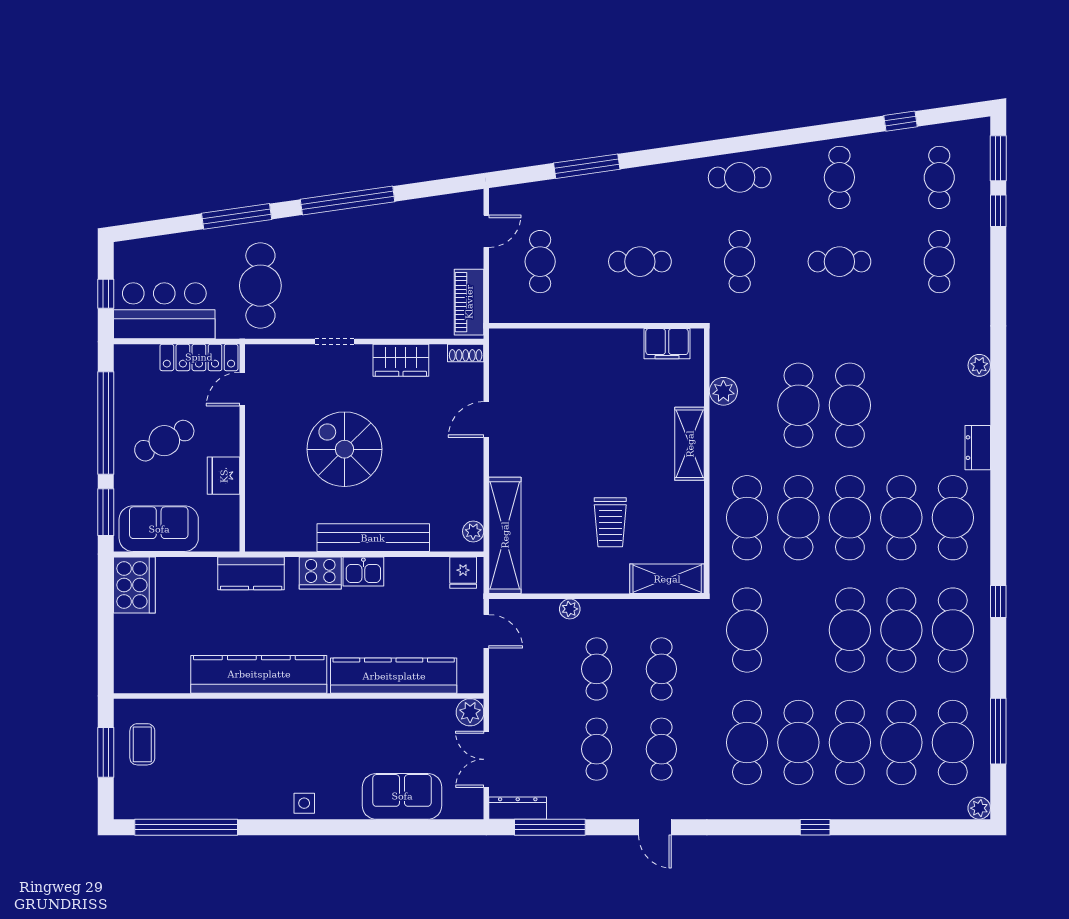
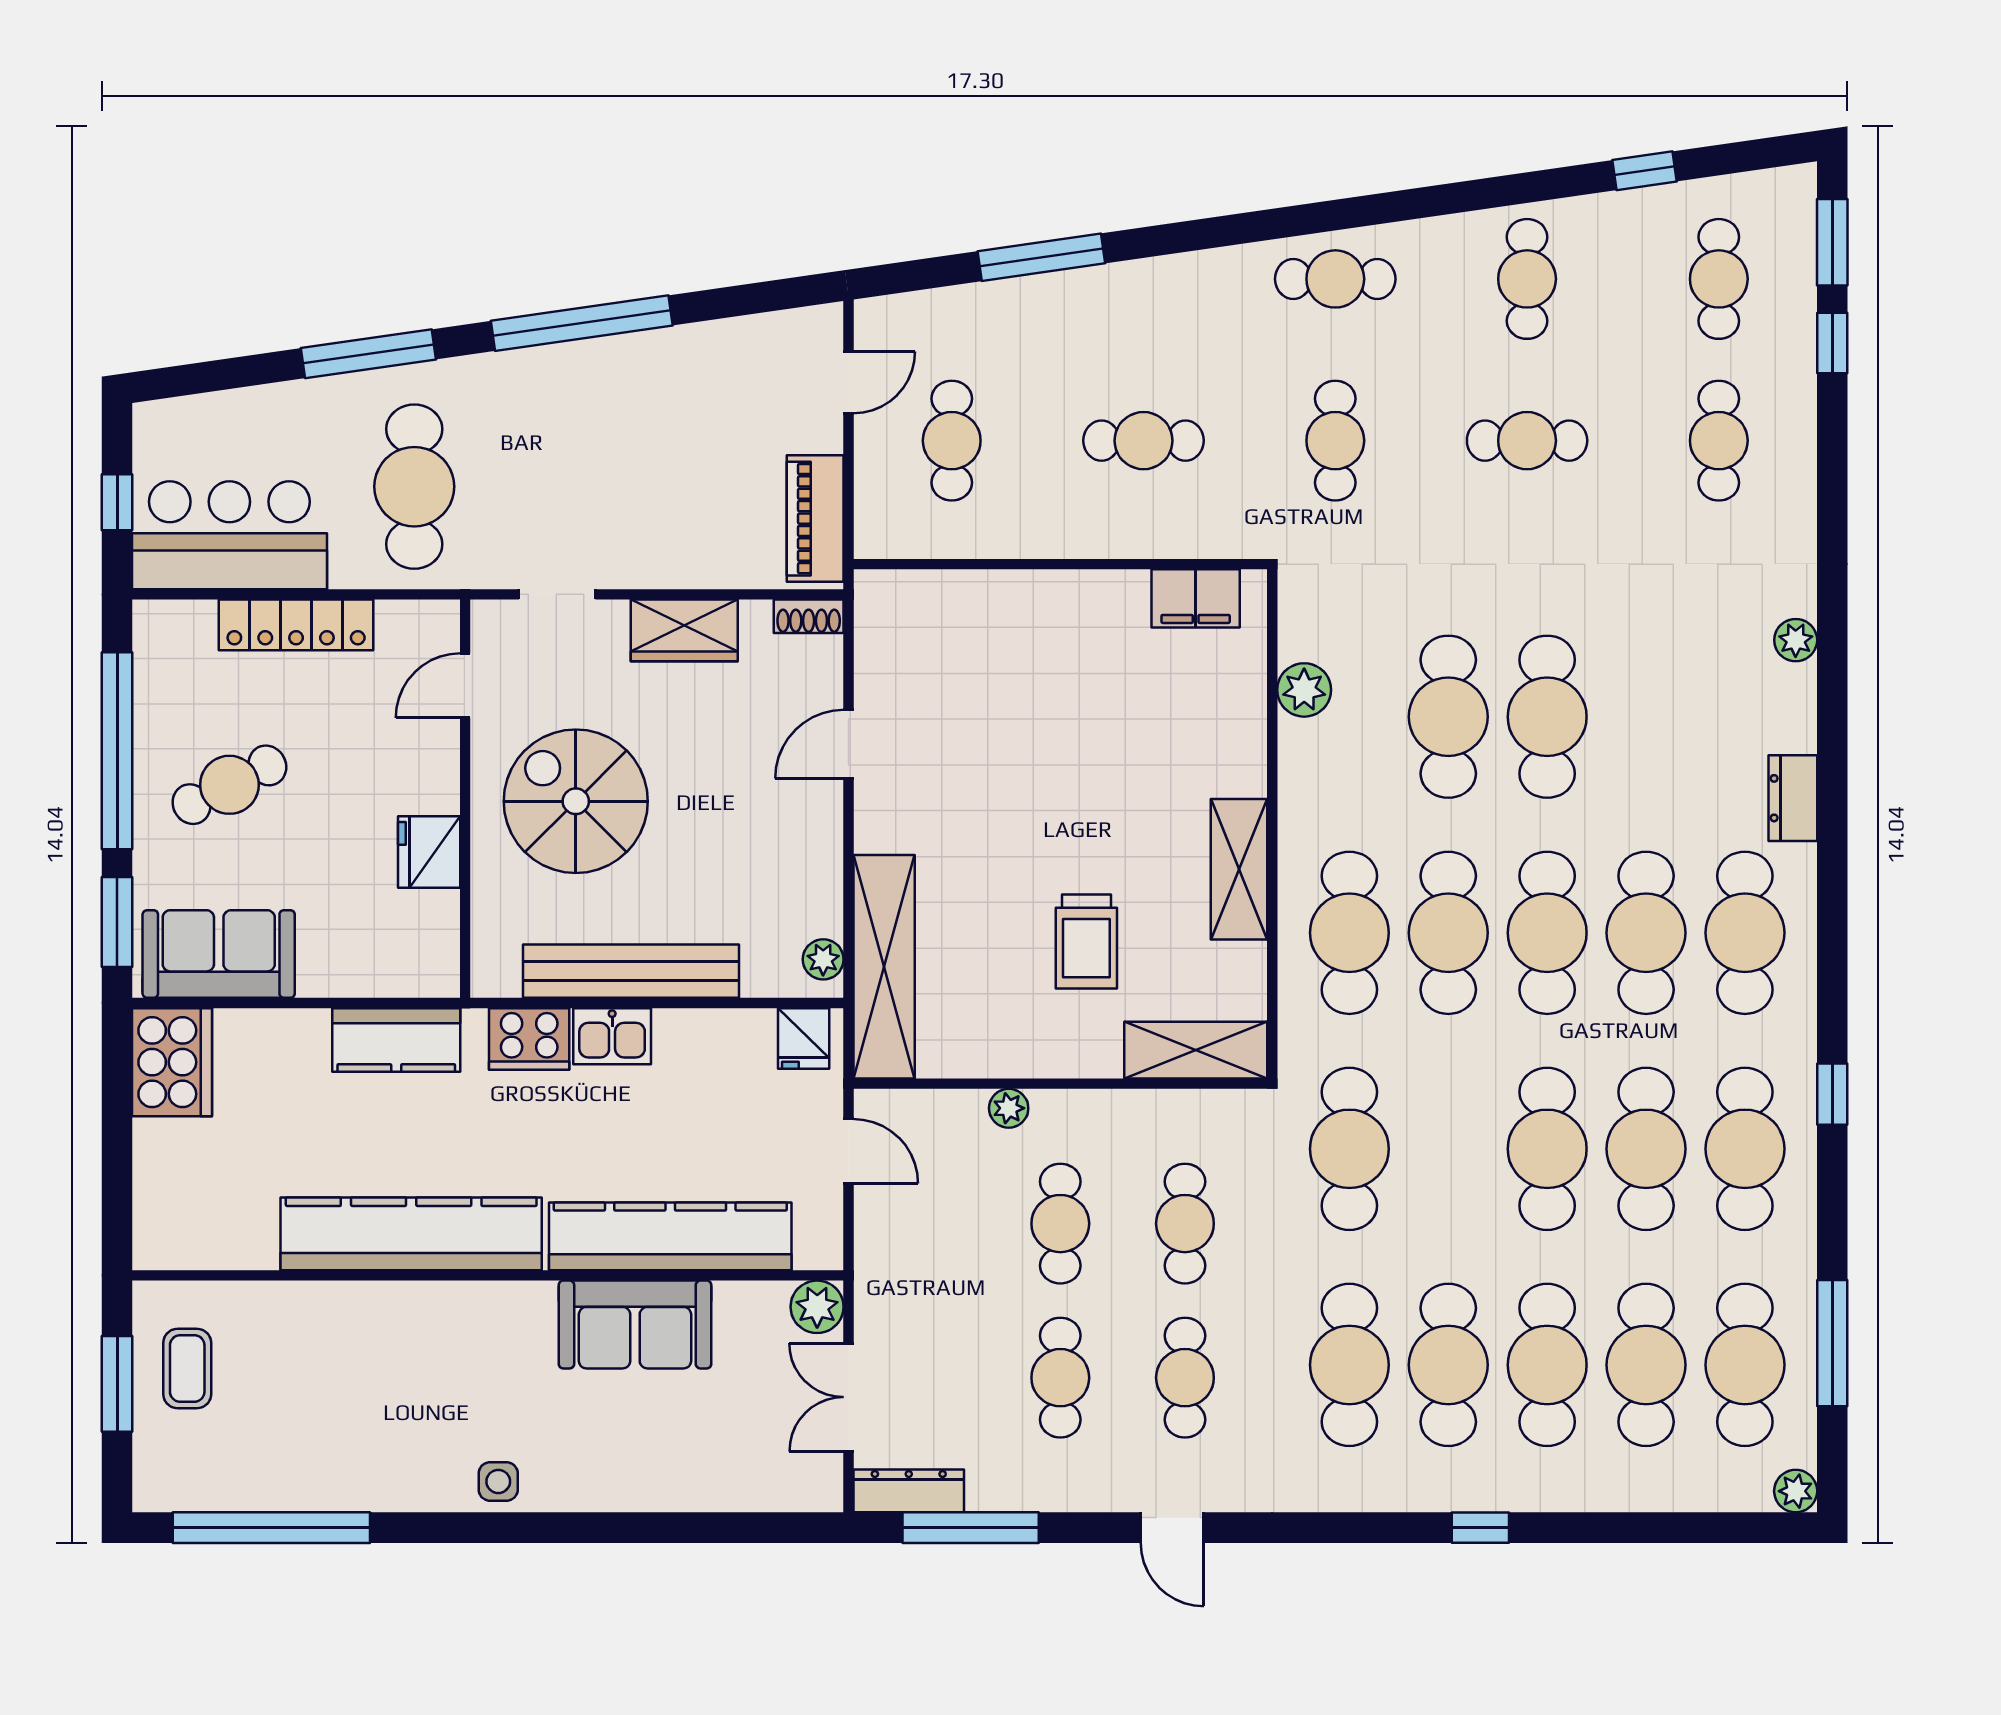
door: (242, 389) -> (465, 686), moved
shelving: (690, 444) -> (1239, 869), moved
wall: (242, 448) -> (465, 799), moved
fridge: (224, 476) -> (429, 852), moved
sofa: (402, 796) -> (635, 1324), moved, turned 180

